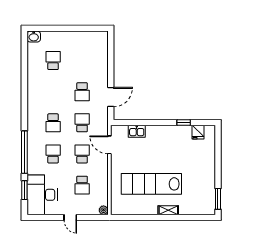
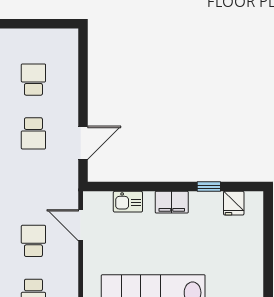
school desk: (82, 123) -> (33, 80), moved
filing cabinet: (162, 132) -> (172, 202), added

